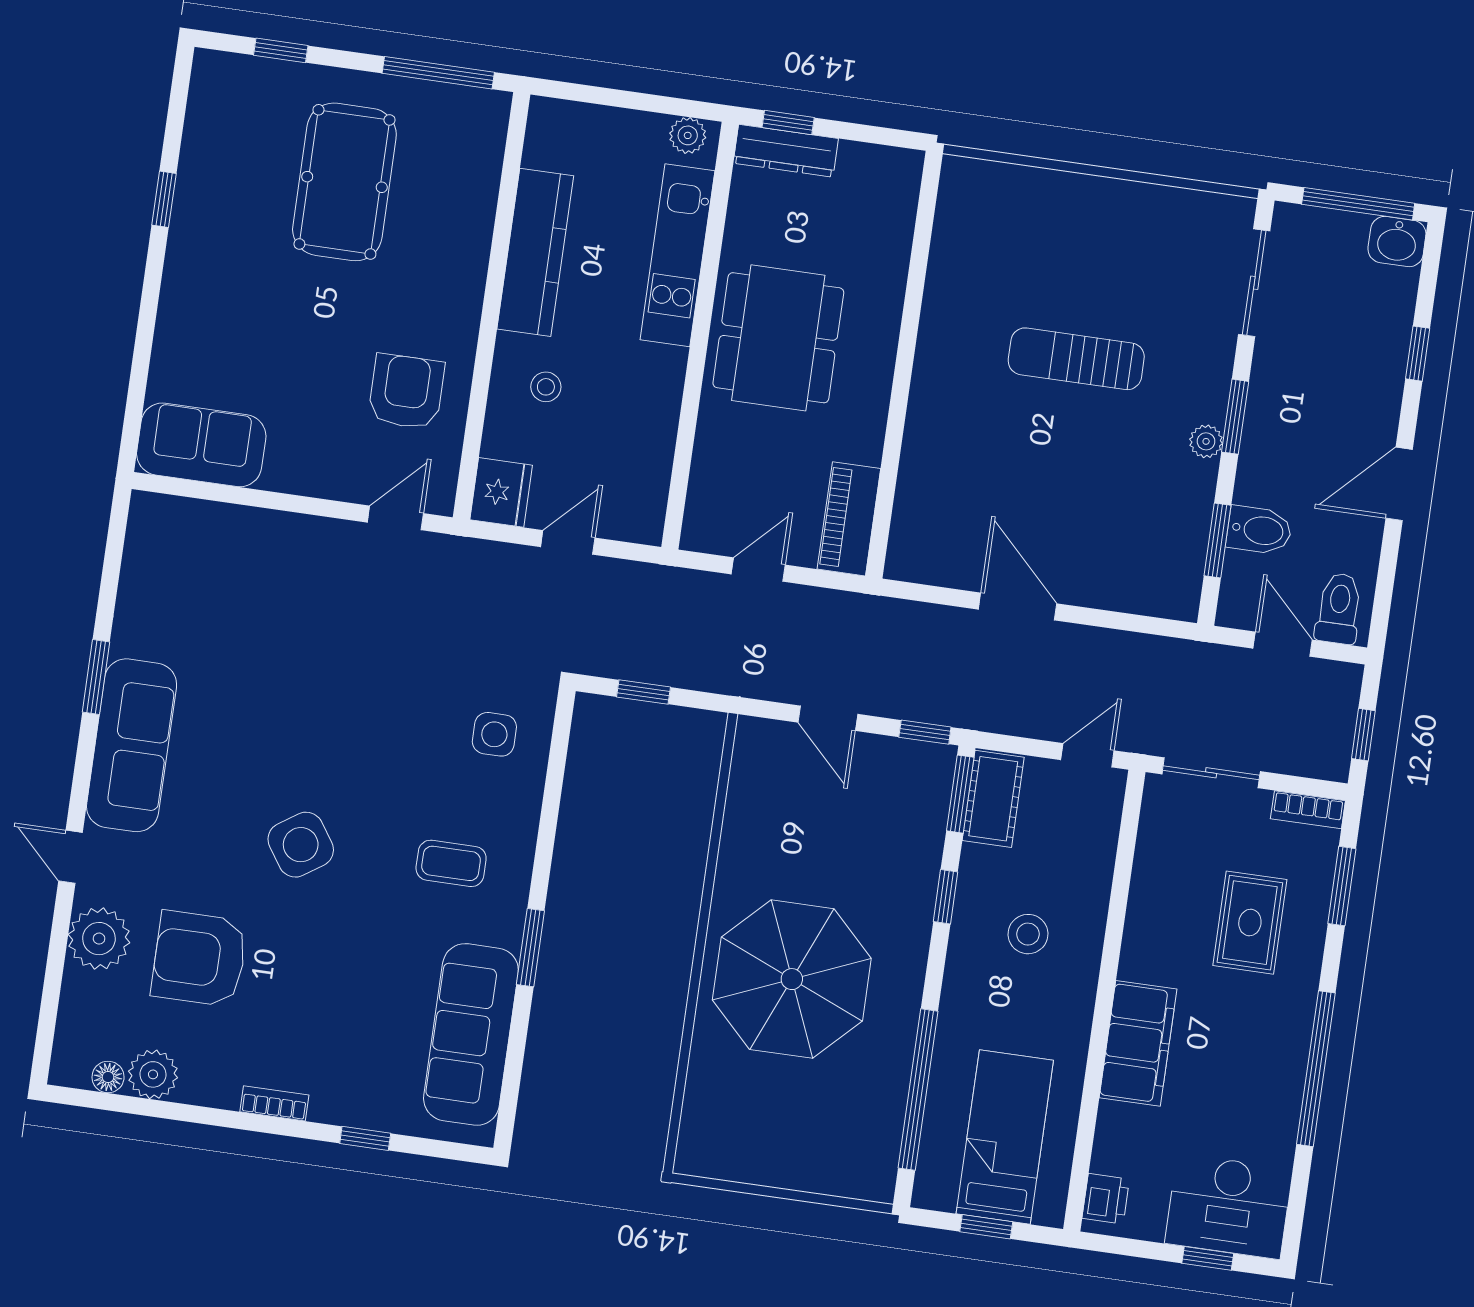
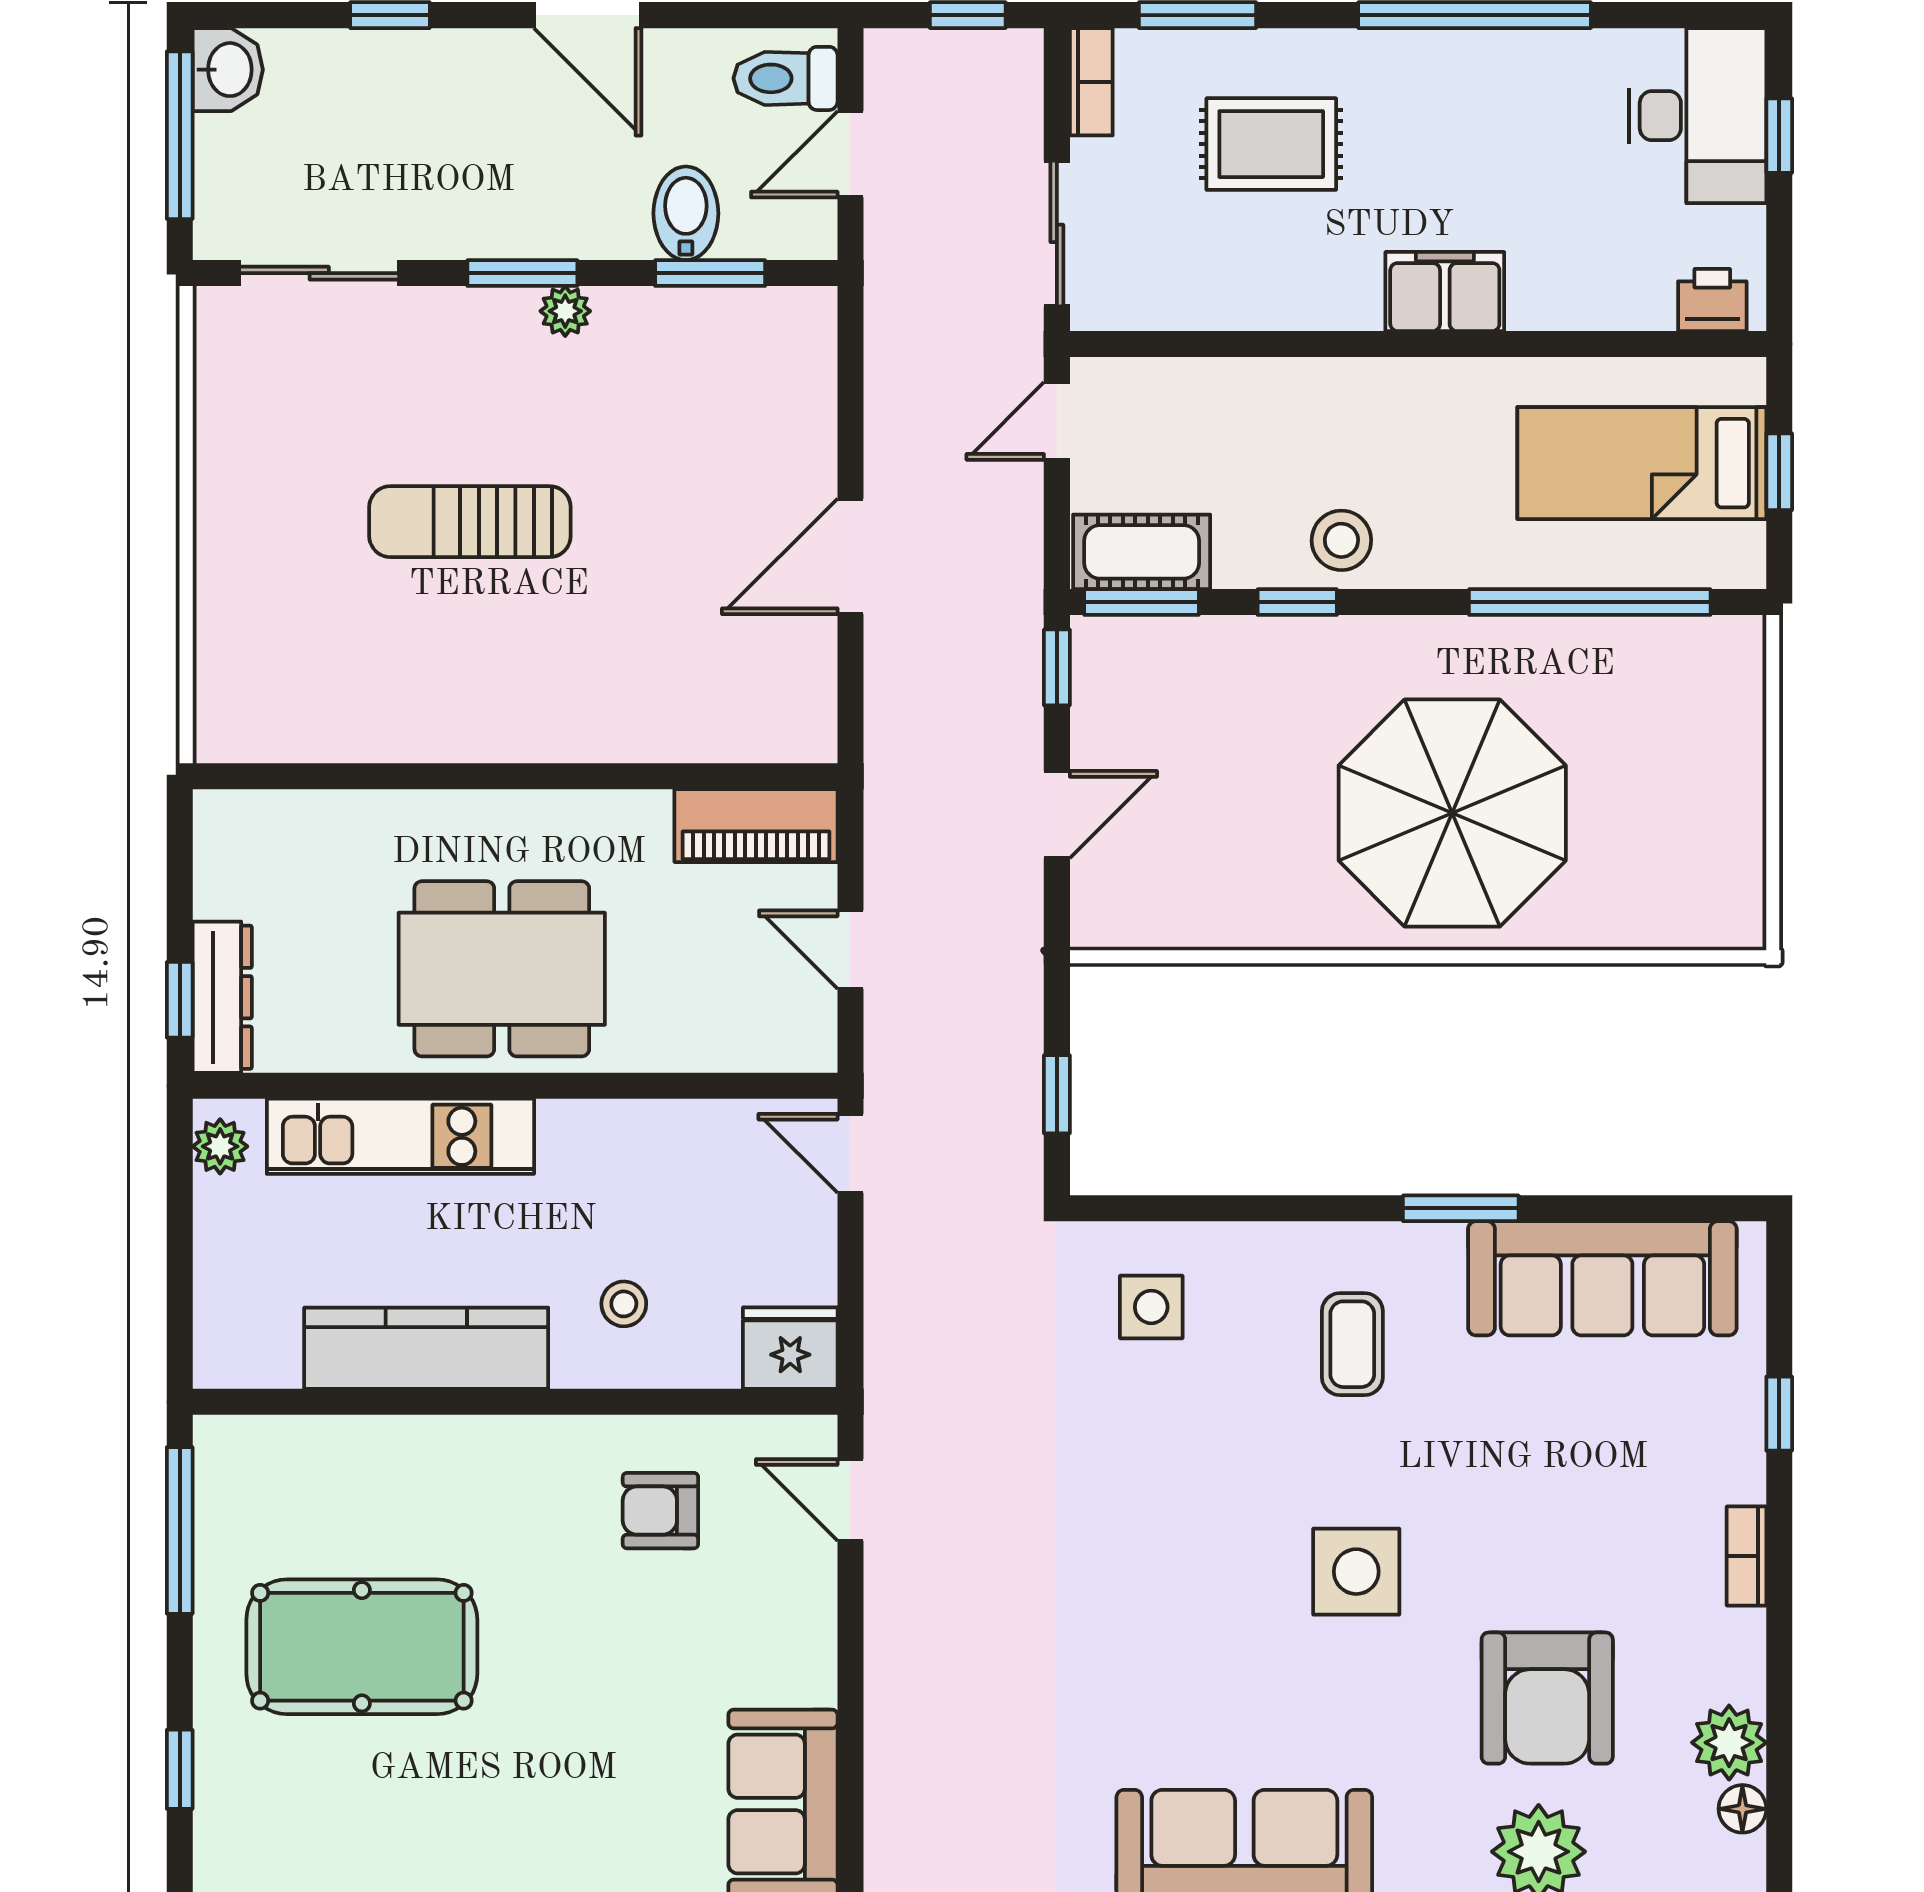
sun lounger: (1076, 359) -> (470, 522), turned 90
armchair: (406, 392) -> (660, 1511), width x0.72, depth x0.72
door: (568, 542) -> (850, 1153), moved
door: (1087, 755) -> (1057, 421), hinge flipped
side table: (301, 845) -> (1356, 1572), turned 34
stool: (1028, 934) -> (1341, 540), moved
filing cabinet: (1138, 1043) -> (1445, 292), width x0.67, depth x0.86

